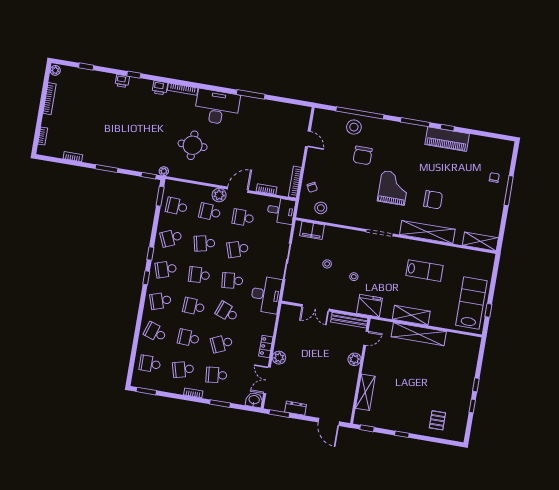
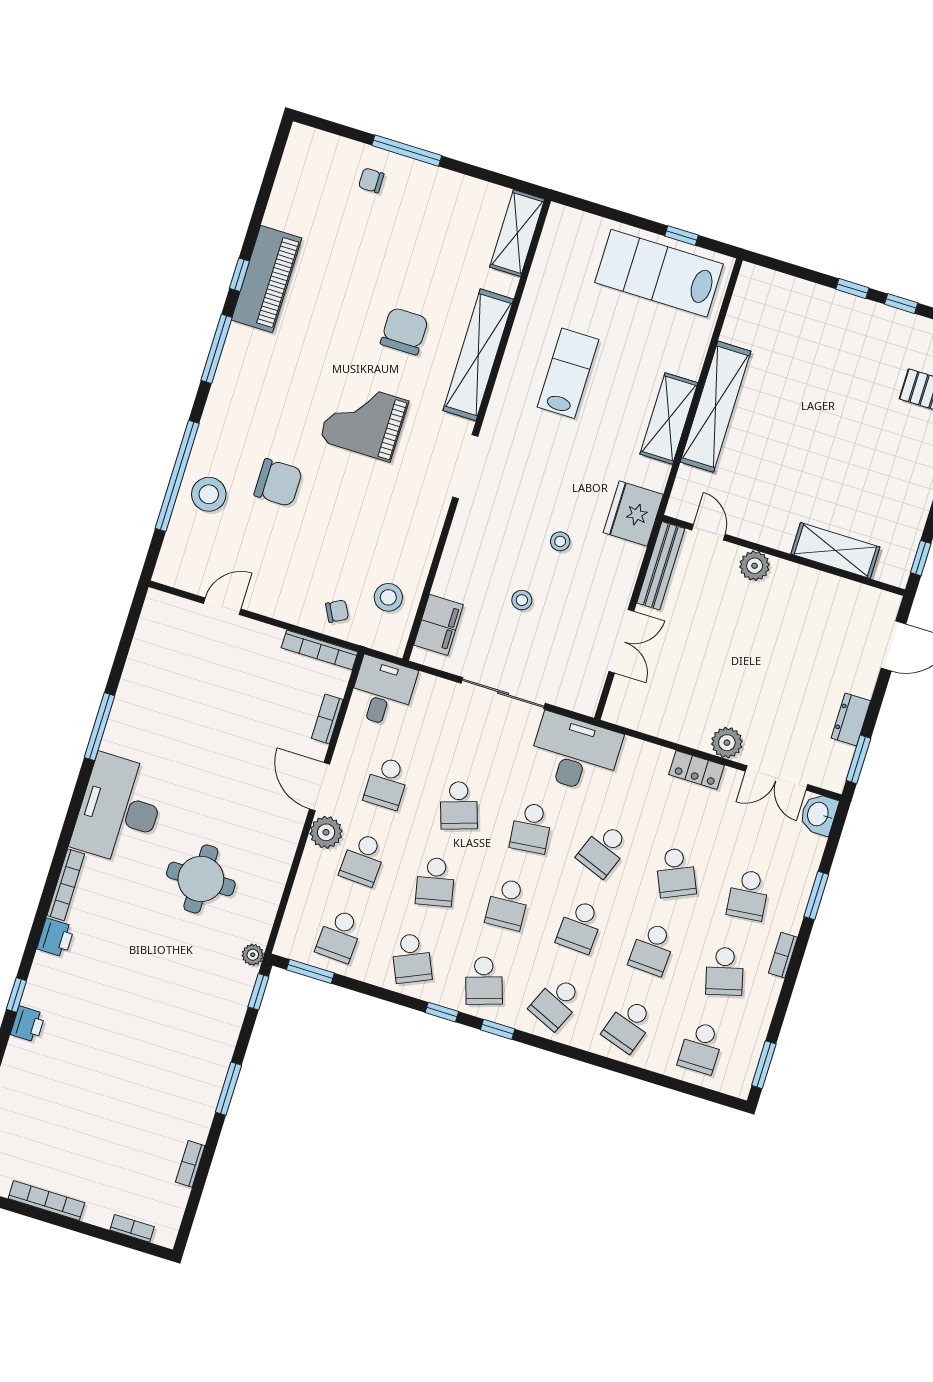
school desk: (161, 301) -> (556, 1003), turned 42

